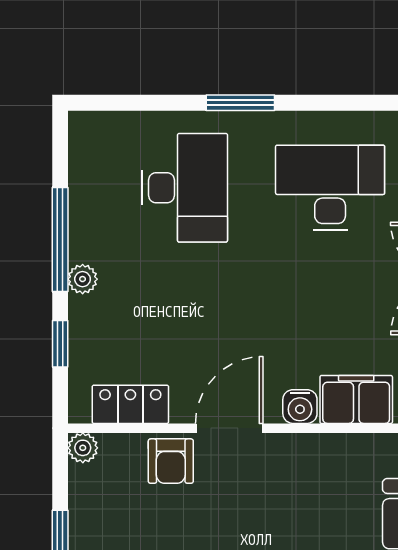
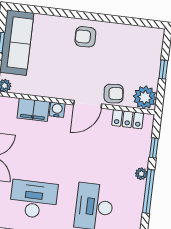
desk: (330, 188) -> (34, 199), turned 180
plant: (83, 448) -> (145, 97), width x1.88, depth x1.88
armchair: (171, 461) -> (114, 94), turned 85

